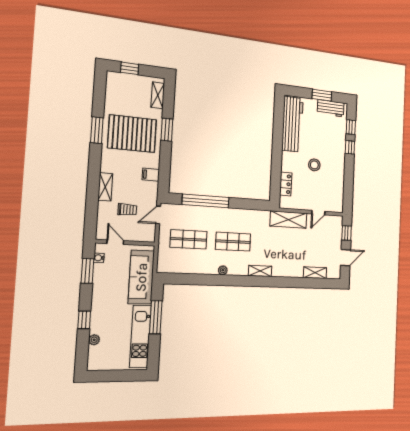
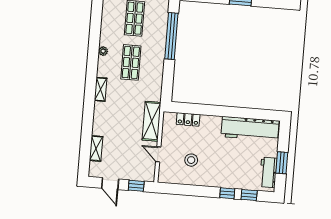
stool: (314, 165) -> (191, 160), moved

